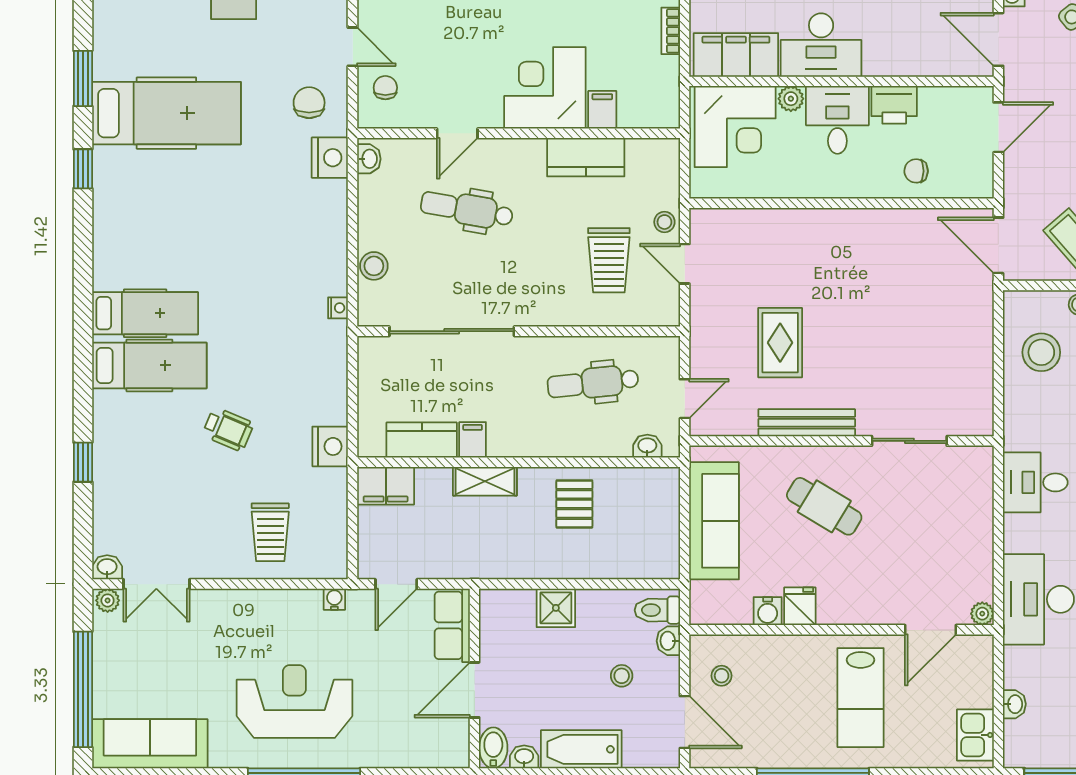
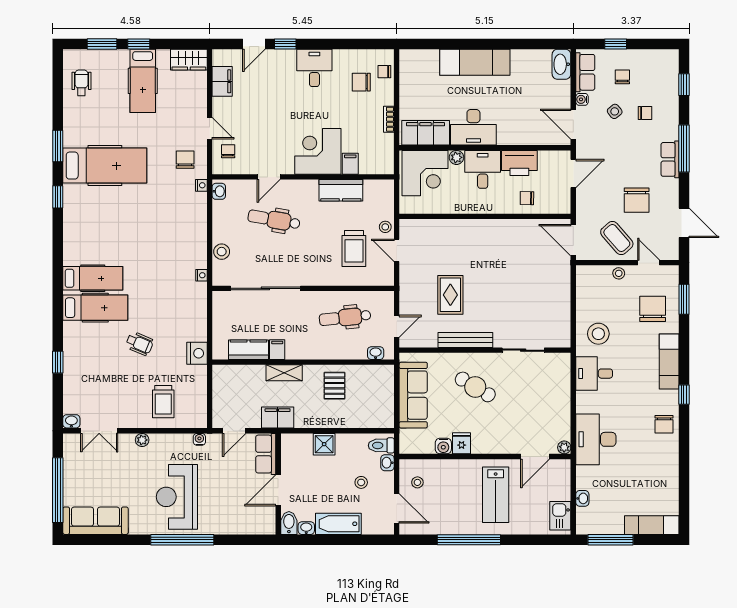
printer: (894, 105) -> (519, 163), width x1.37, depth x1.19
nightstand: (330, 158) -> (201, 185), width x0.53, depth x0.56
stool: (1041, 352) -> (598, 334), moved
filing cabinet: (386, 486) -> (278, 418), moved, turned 180
plant: (108, 600) -> (142, 440), moved
reception desk: (294, 702) -> (177, 497), turned -90

